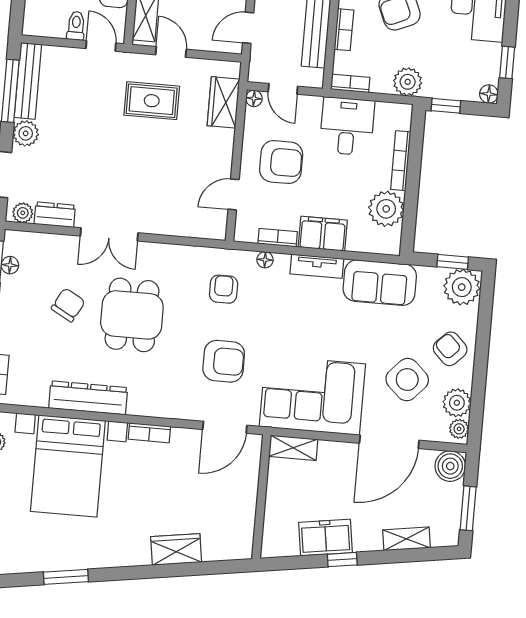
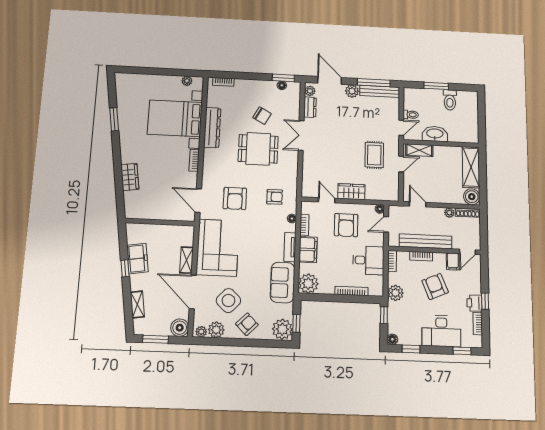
wardrobe: (224, 102) -> (351, 192), moved
plant: (386, 209) -> (308, 284), moved
shelving: (293, 448) -> (187, 260), moved

